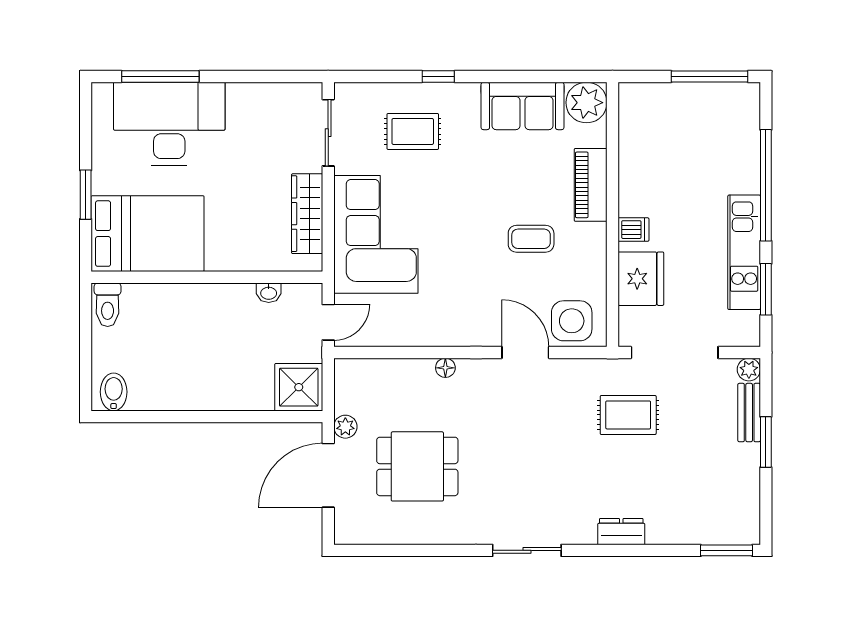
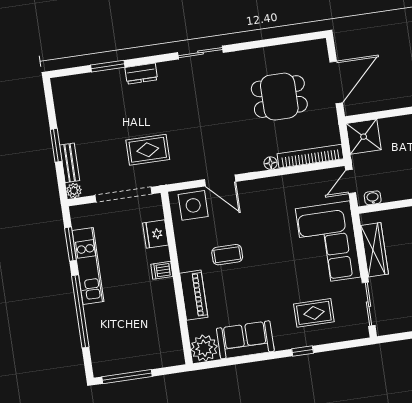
fridge: (641, 279) -> (155, 234), width x0.73, depth x0.75
washbasin: (269, 293) -> (373, 198), moved
bookcase: (384, 369) -> (310, 156), added
plant: (345, 427) -> (330, 116), removed
window: (726, 550) -> (108, 66), moved

